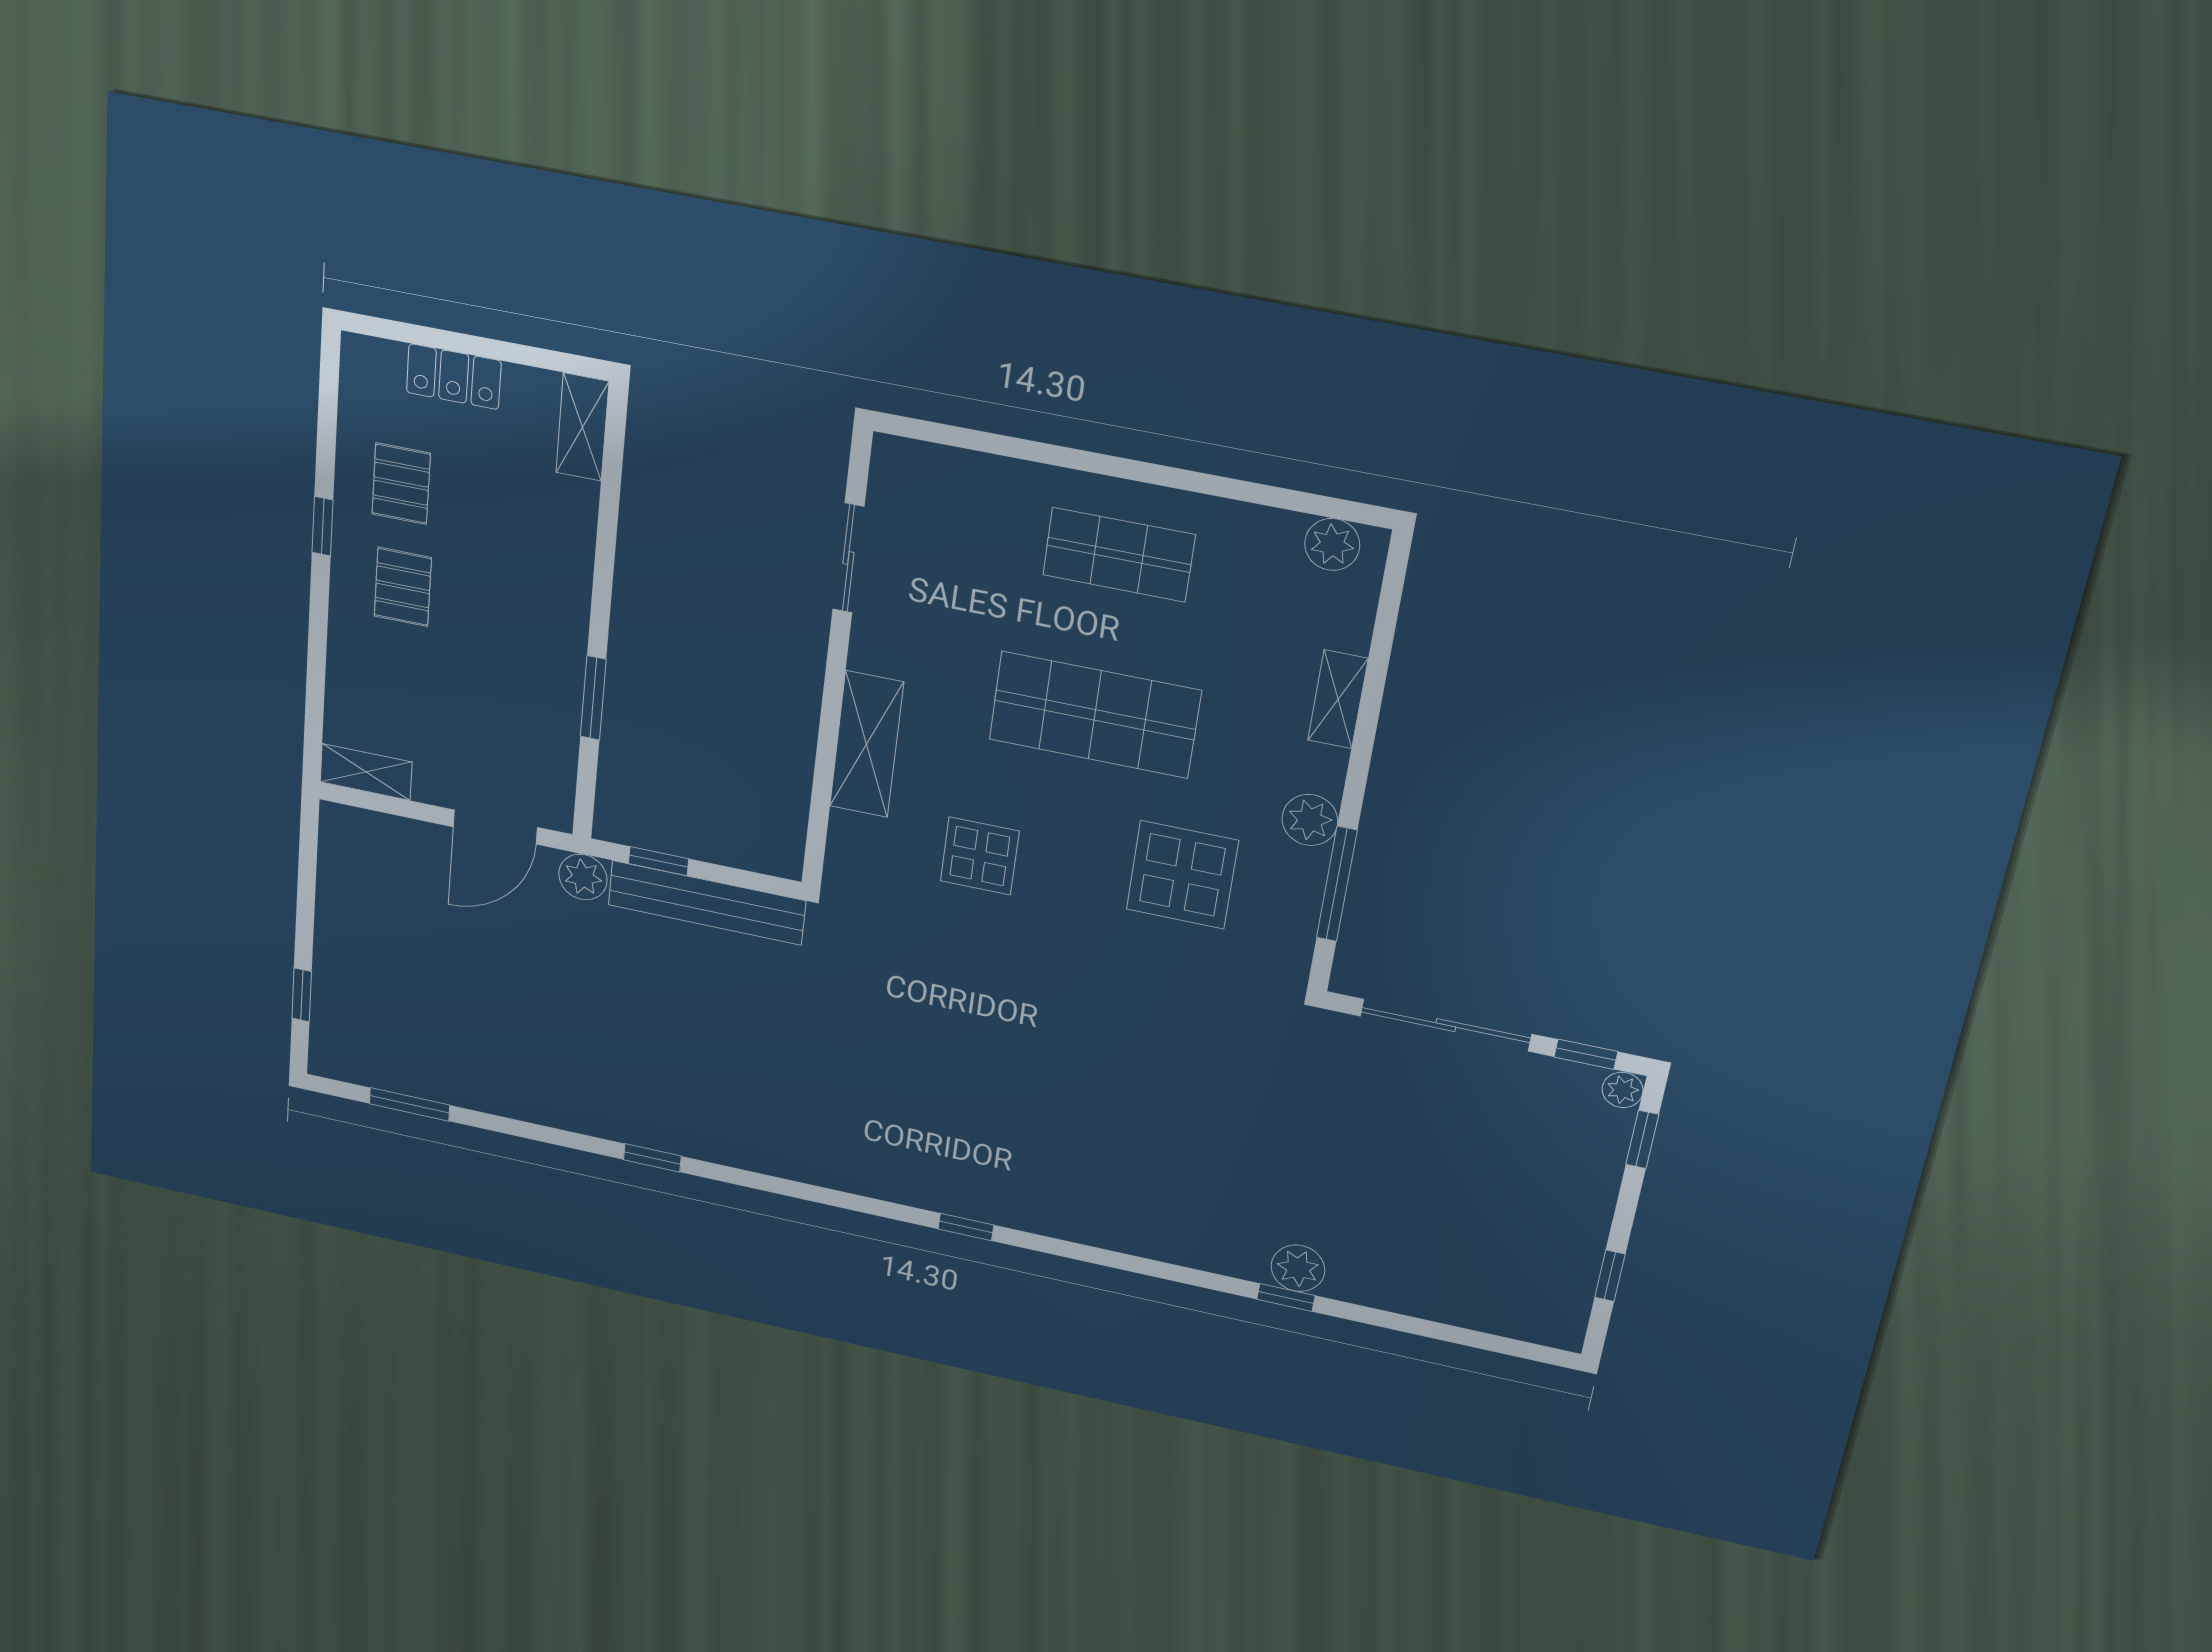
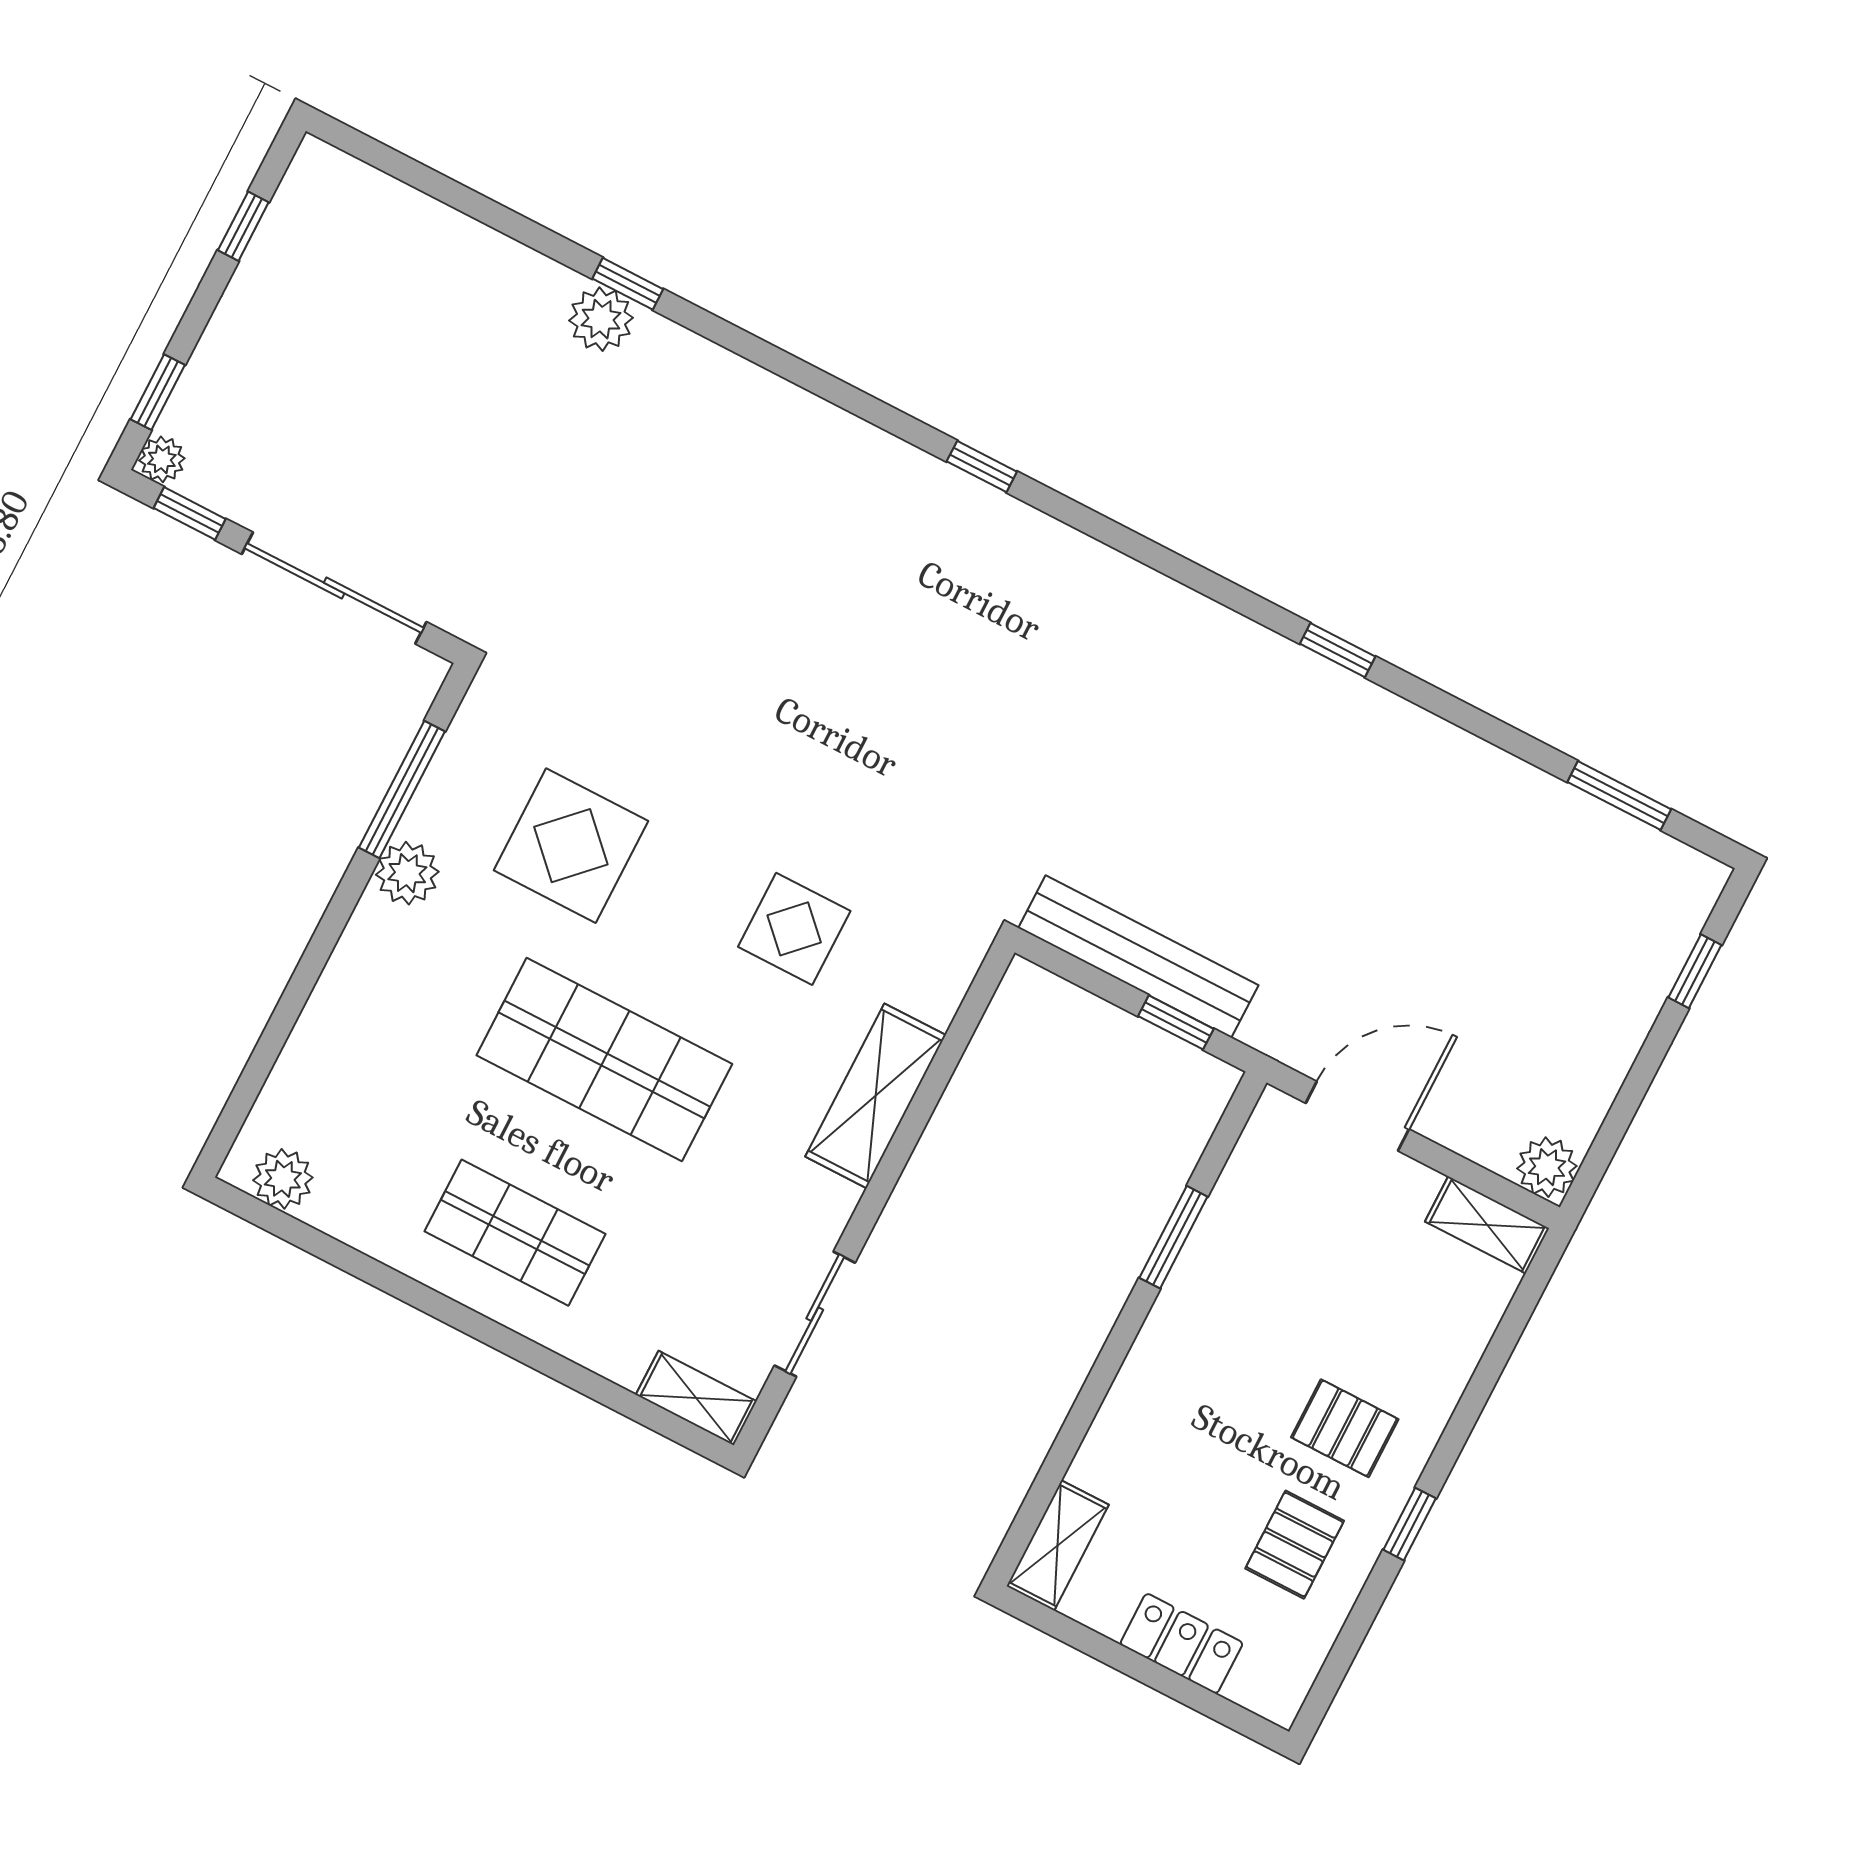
pallet: (403, 587) -> (1345, 1428), turned 90
shelving: (1338, 699) -> (696, 1398), moved, turned 90
plant: (583, 877) -> (1547, 1167), moved

